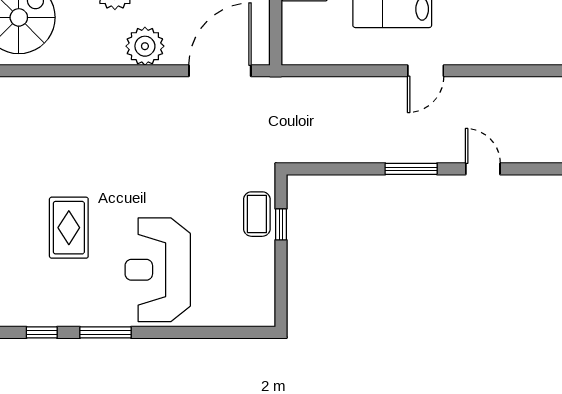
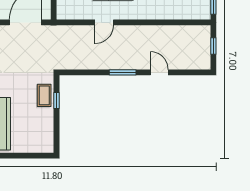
door: (426, 71) -> (104, 22), moved

